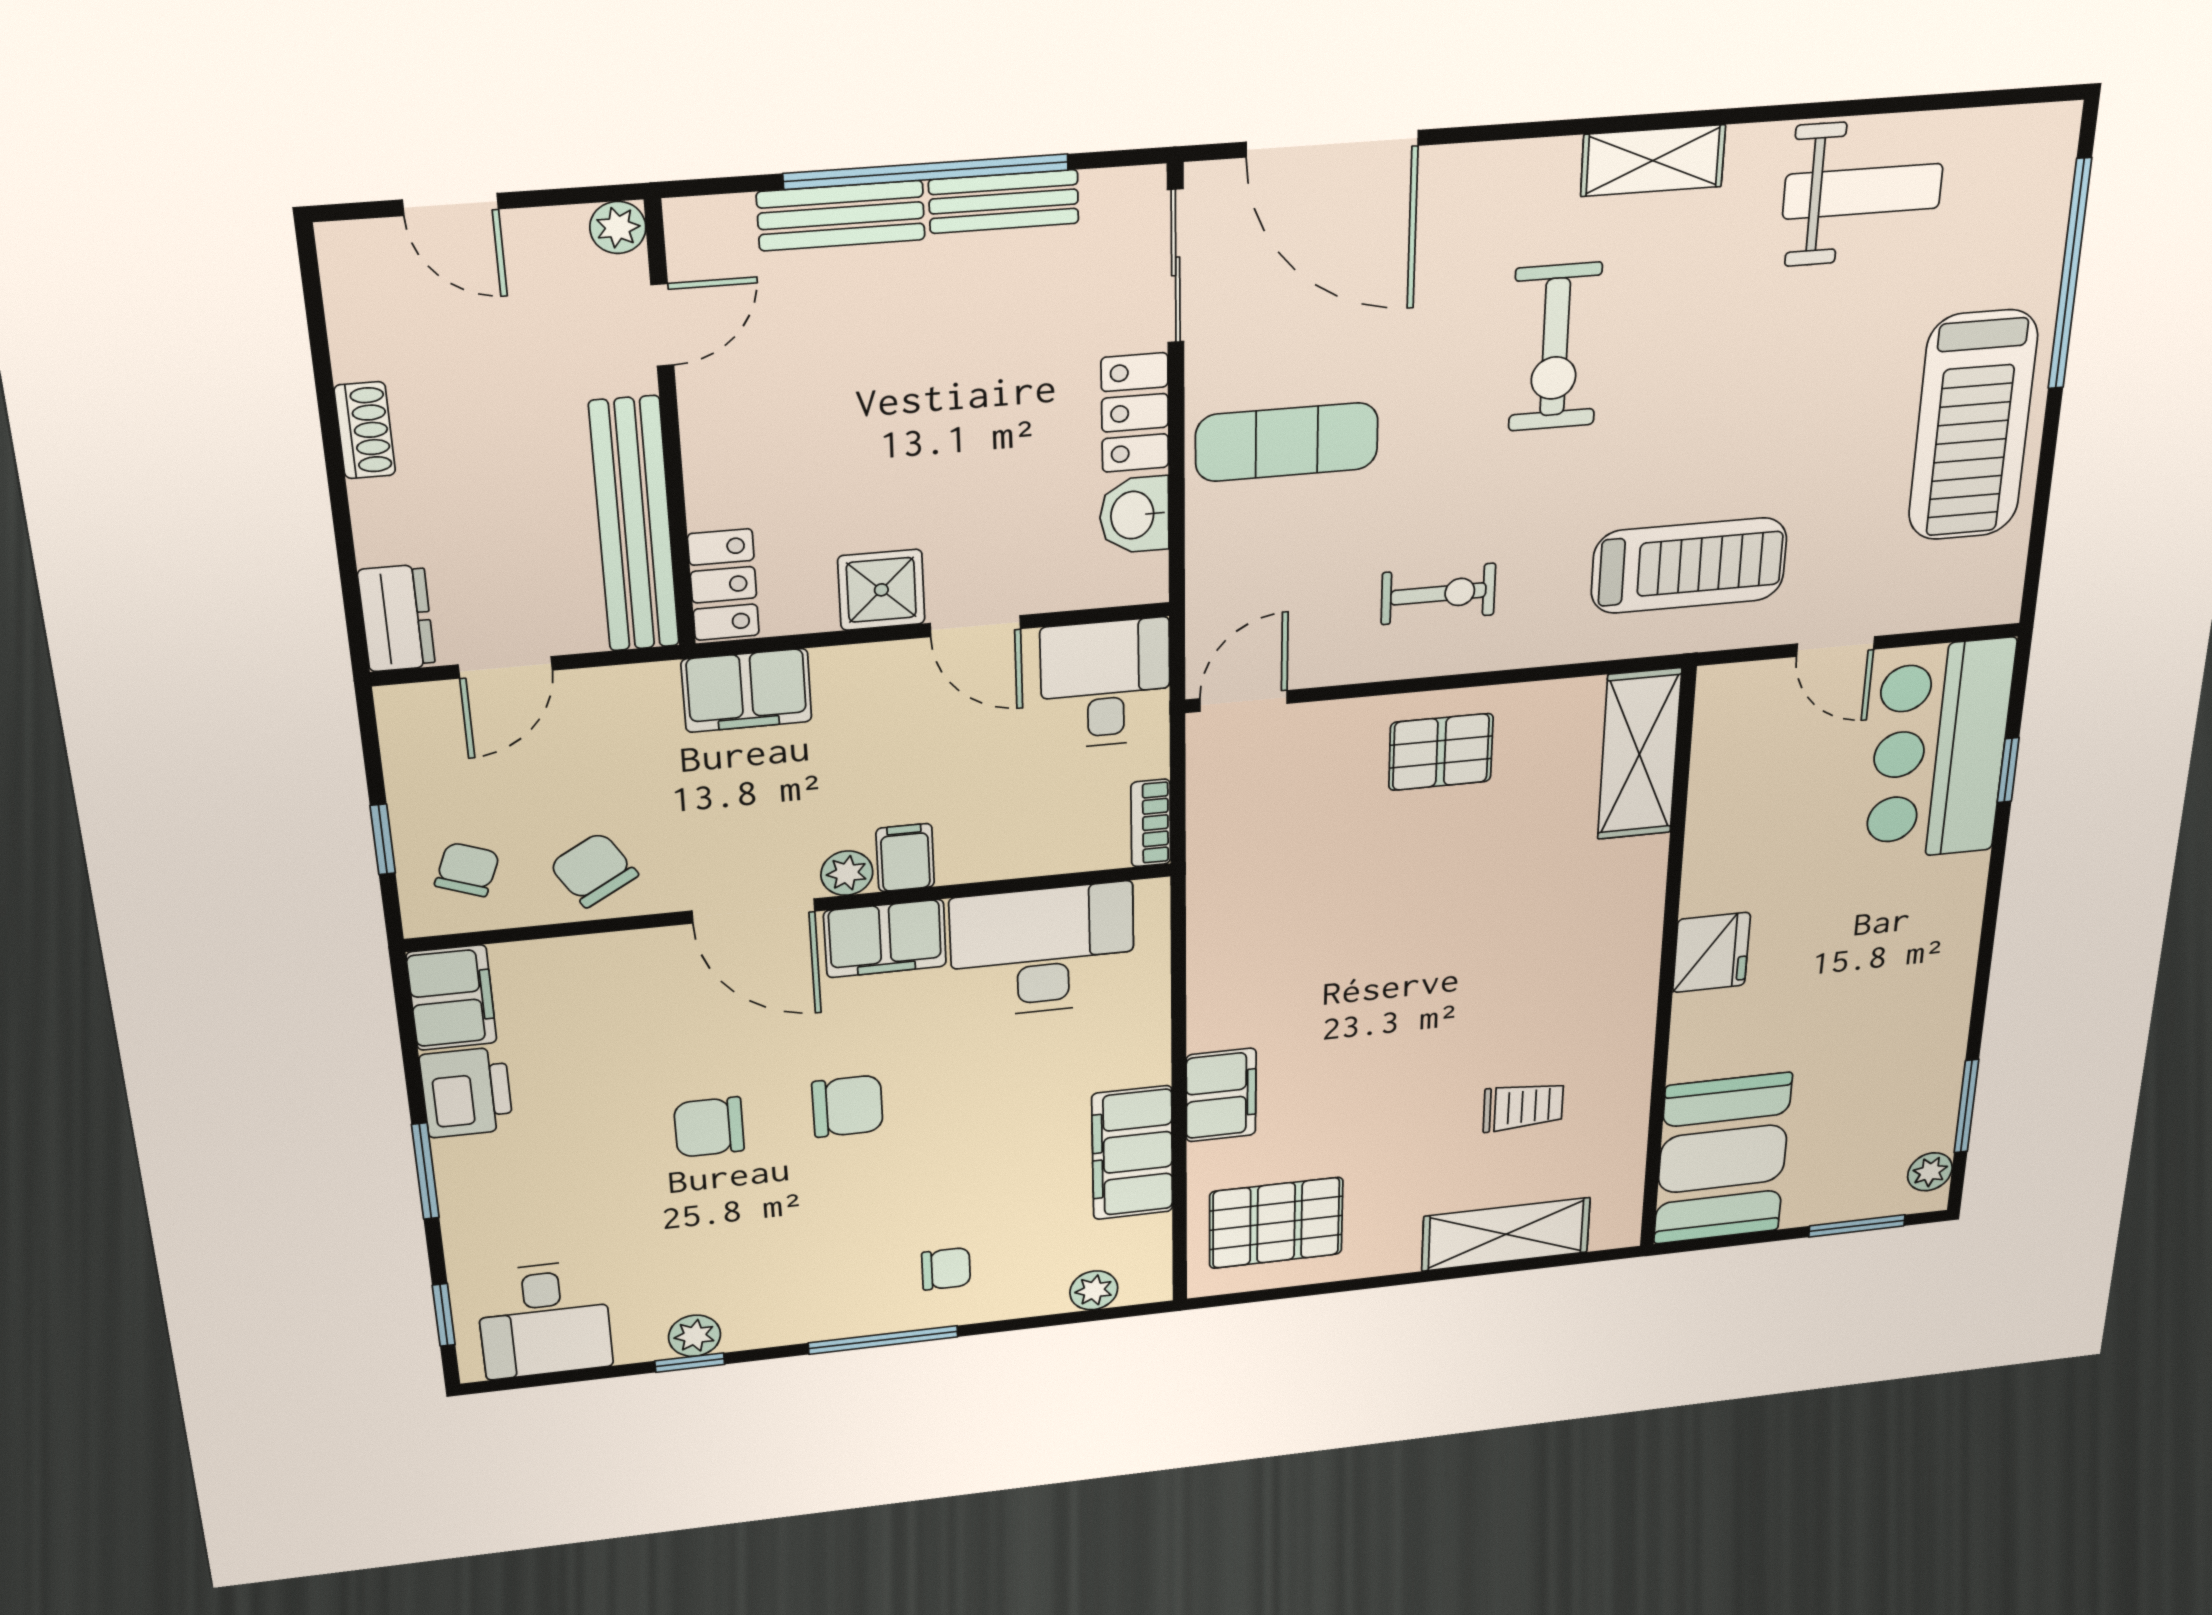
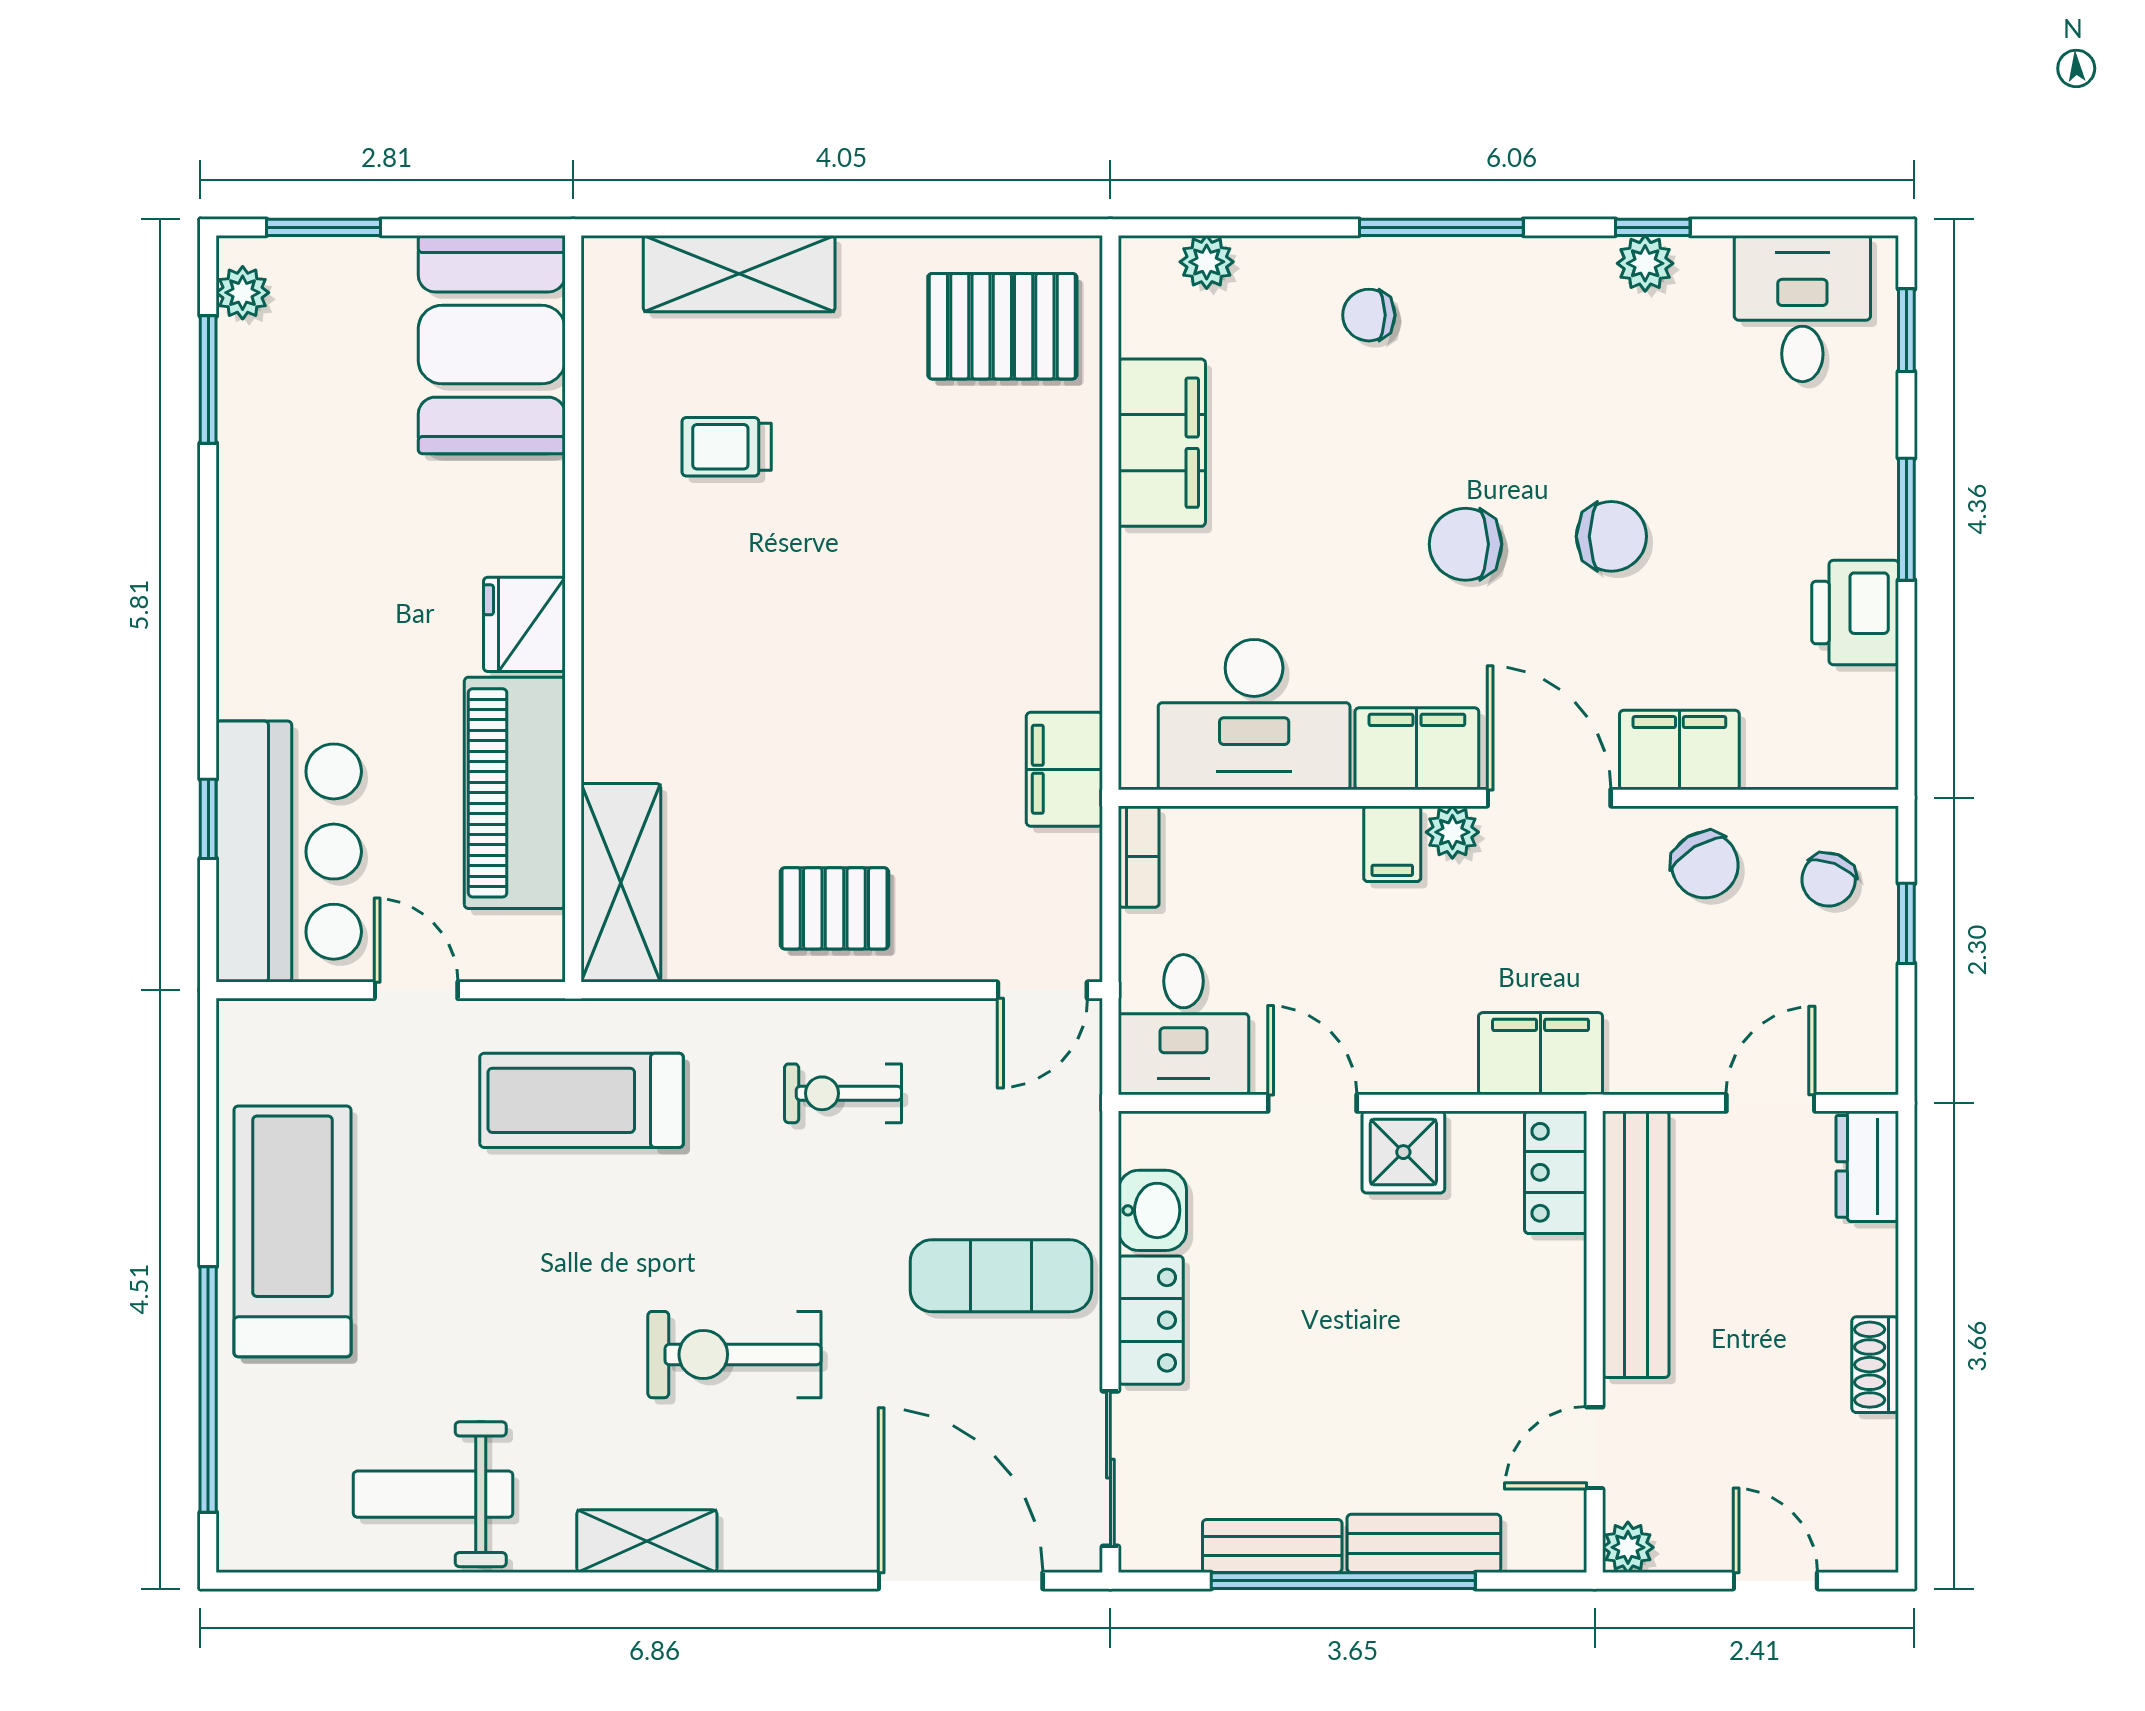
exercise bike: (1555, 347) -> (734, 1355), turned -90
piano: (1731, 818) -> (515, 793), added
filing cabinet: (452, 998) -> (1679, 750), moved, turned 90
filing cabinet: (1221, 1095) -> (1064, 769), moved

